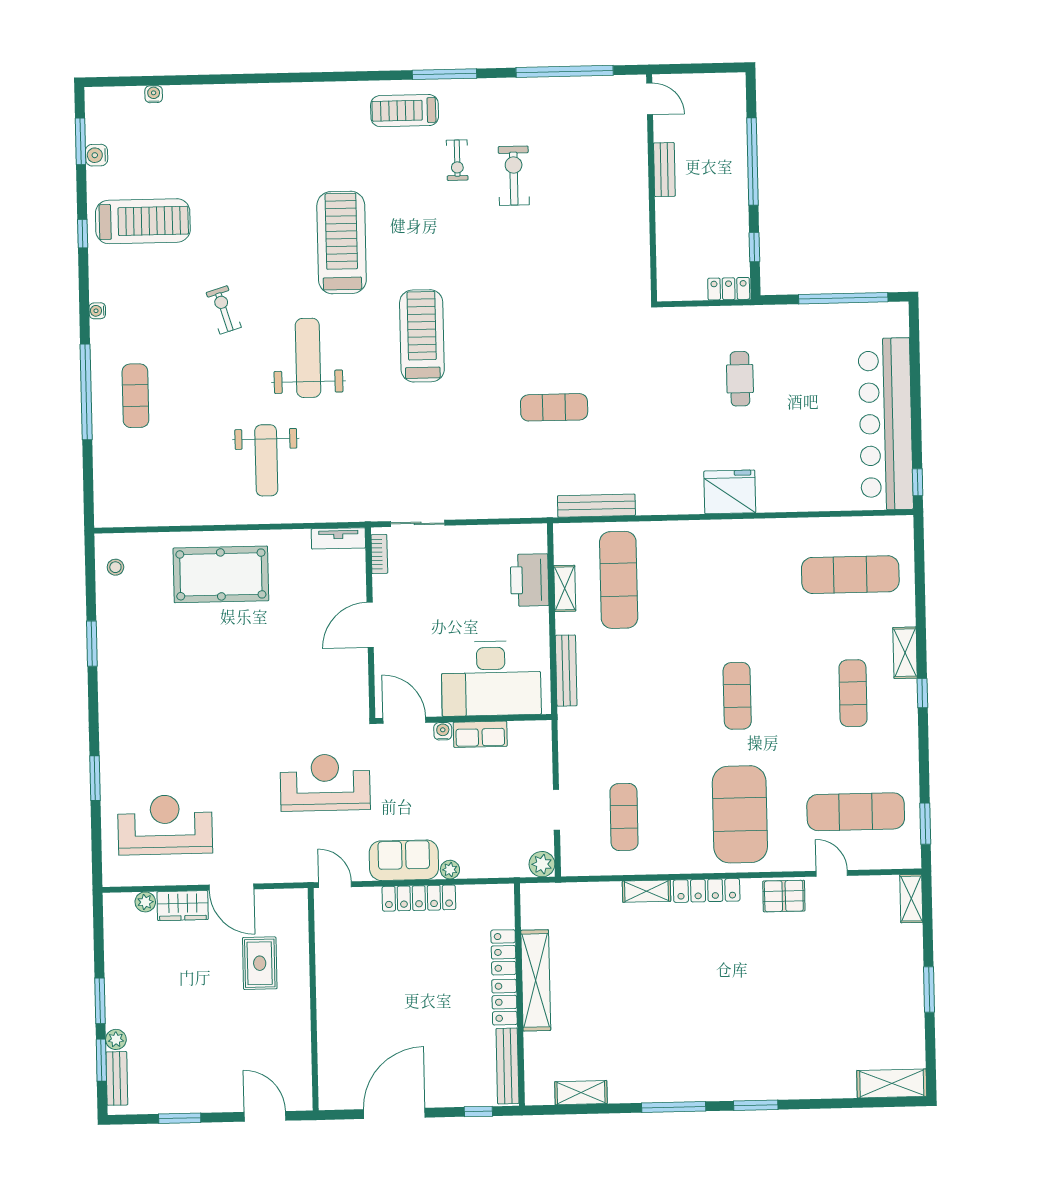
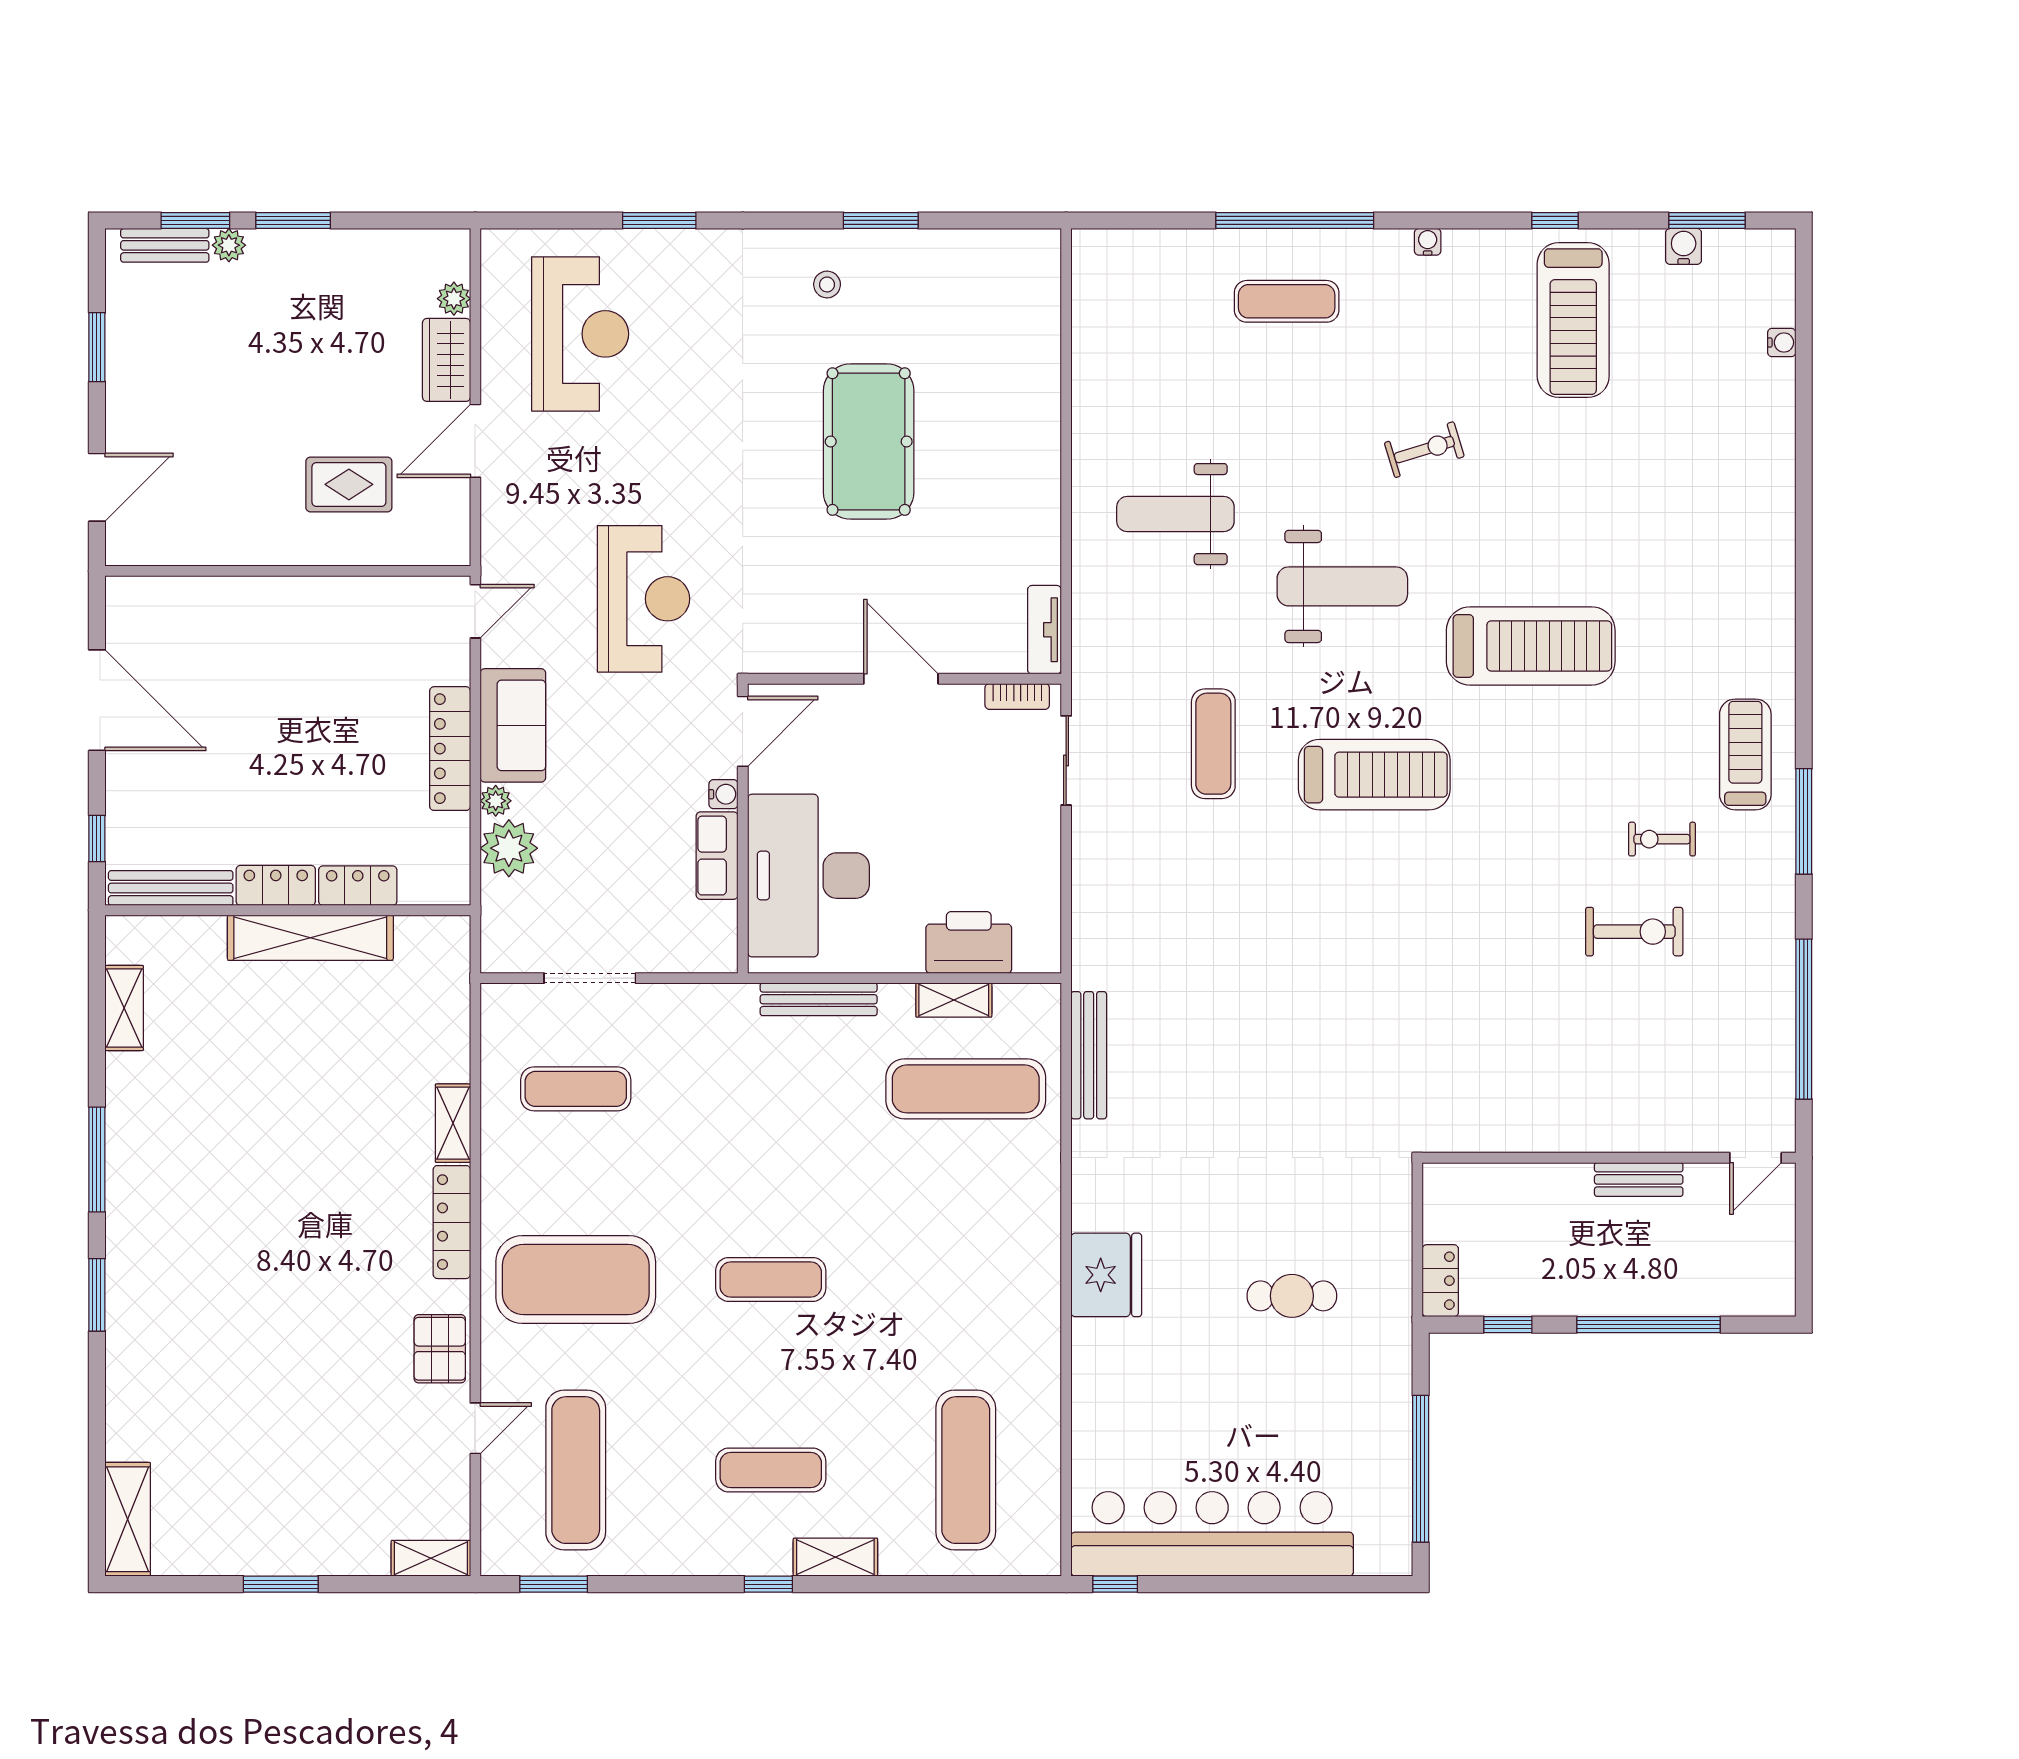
exercise mat: (554, 407) -> (1213, 744), moved
stool: (115, 567) -> (827, 284), moved
pool table: (221, 574) -> (869, 442), moved
doorway: (556, 810) -> (590, 978), width x1.38
plant: (542, 864) -> (509, 848), moved, width x1.36, depth x1.36

